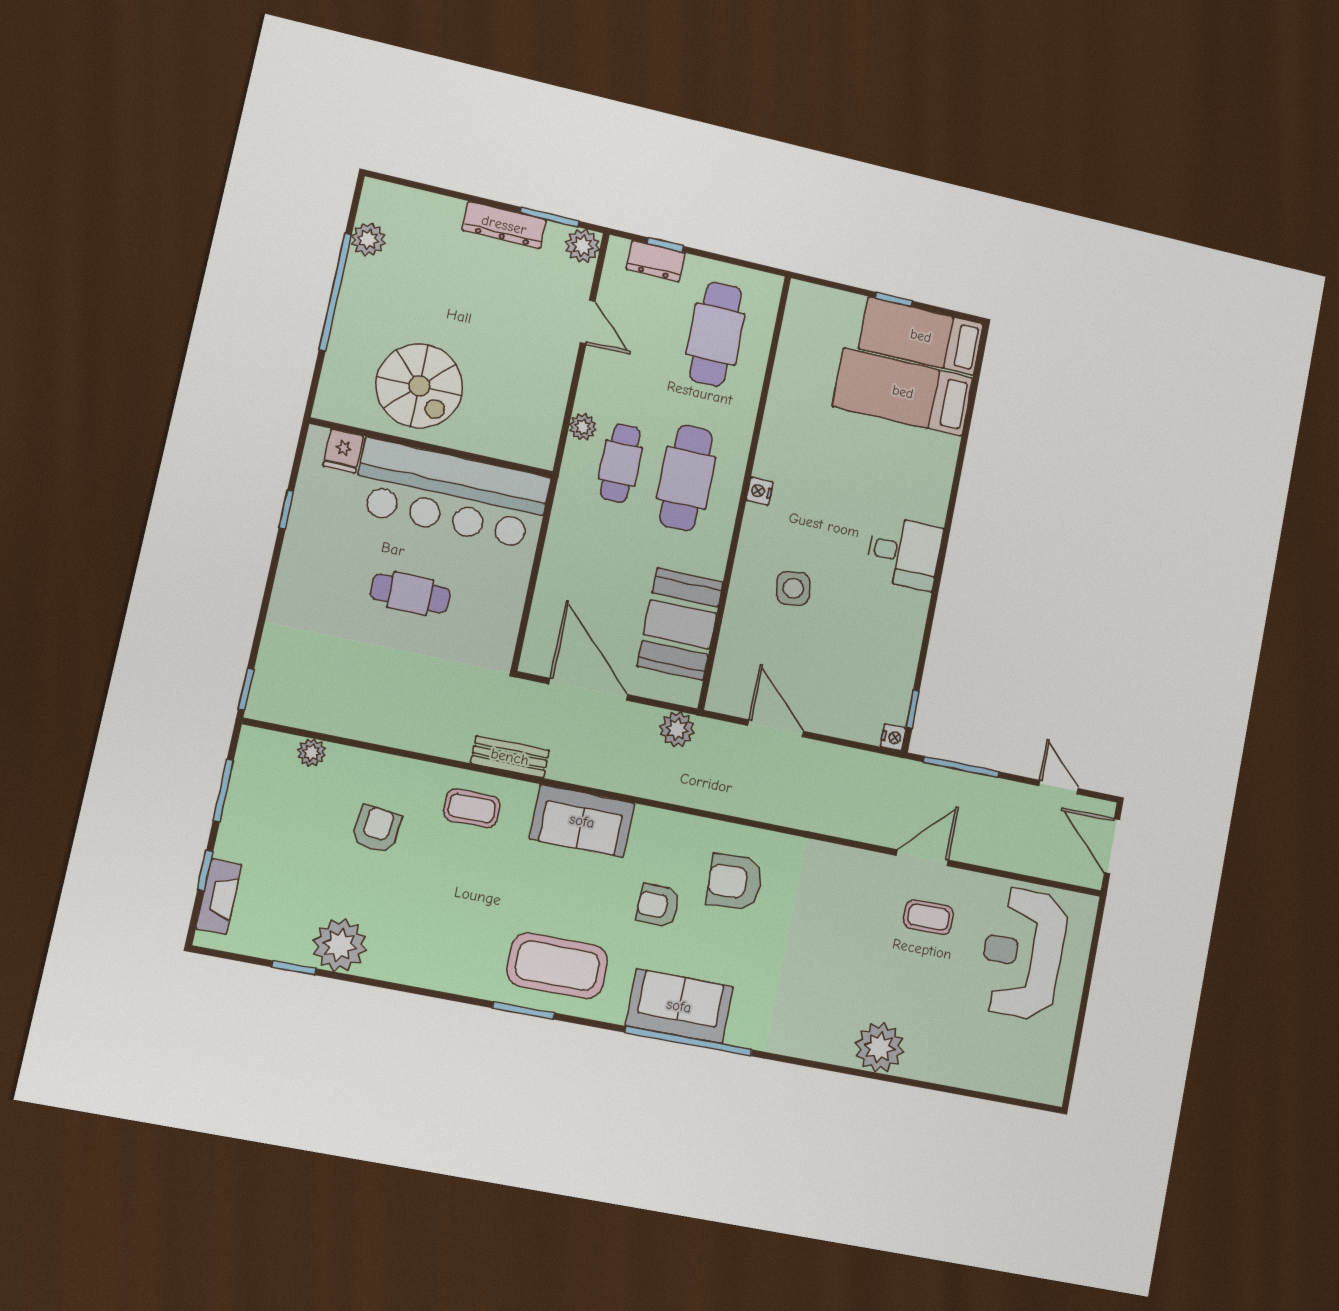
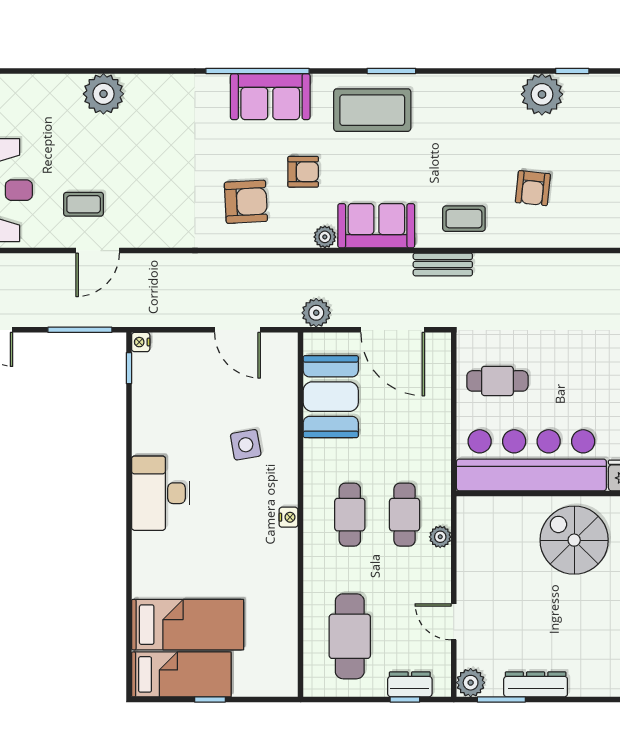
cafe table: (686, 478) -> (350, 515), width x0.73, depth x0.74
desk: (904, 553) -> (161, 493), width x1.37
cafe table: (410, 593) -> (497, 381), moved
plant: (312, 753) -> (325, 237), moved

